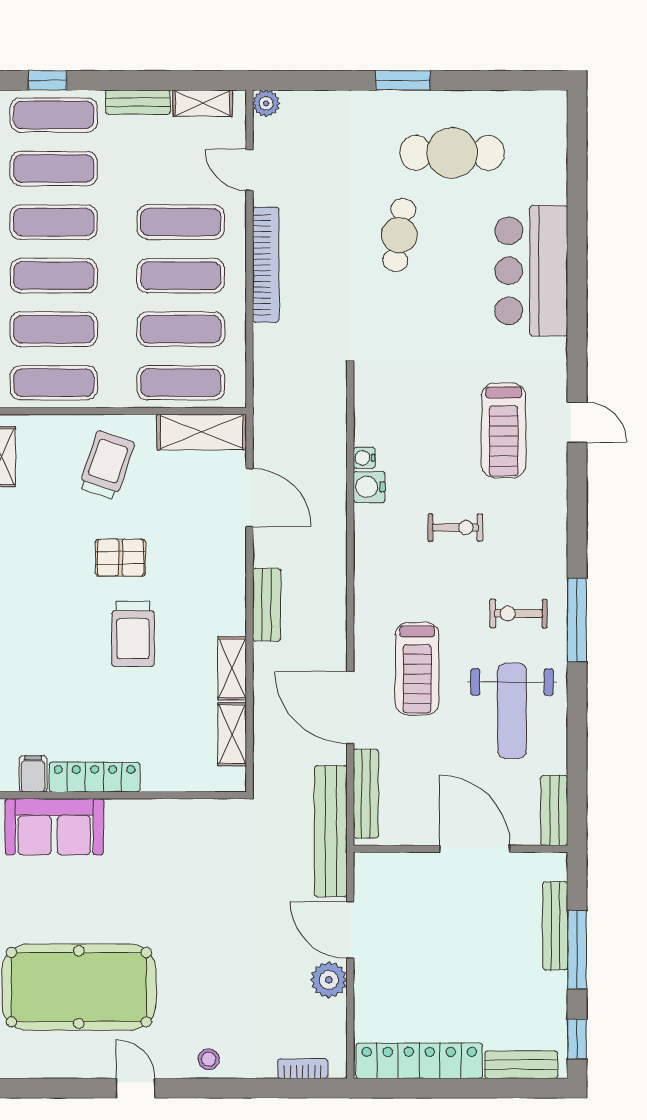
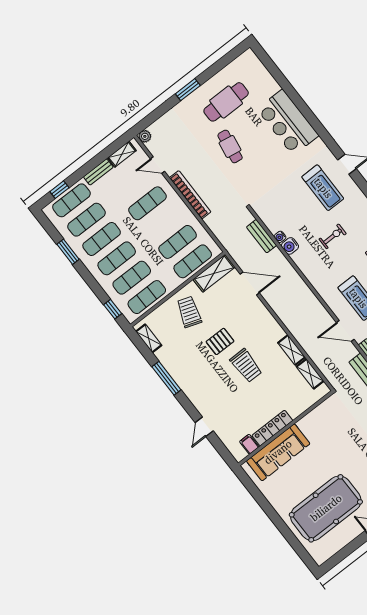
exercise mat: (181, 276) -> (163, 223), removed
bench: (267, 605) -> (262, 236), moved
door: (350, 708) -> (345, 331), width x0.73
sofa: (54, 827) -> (278, 452), width x1.36

